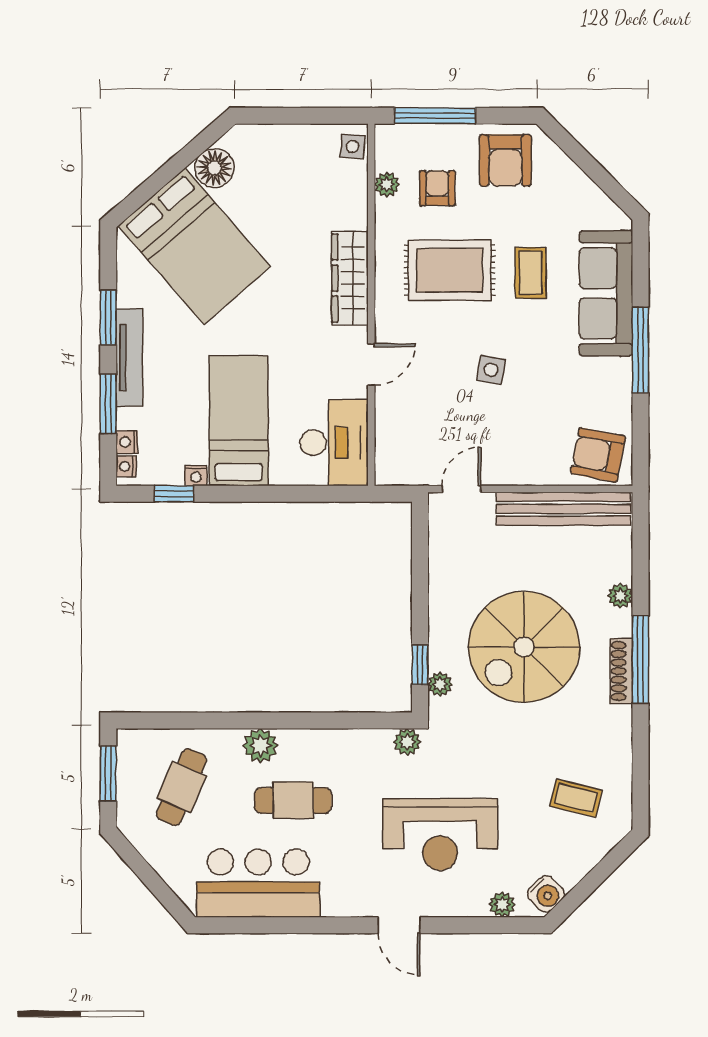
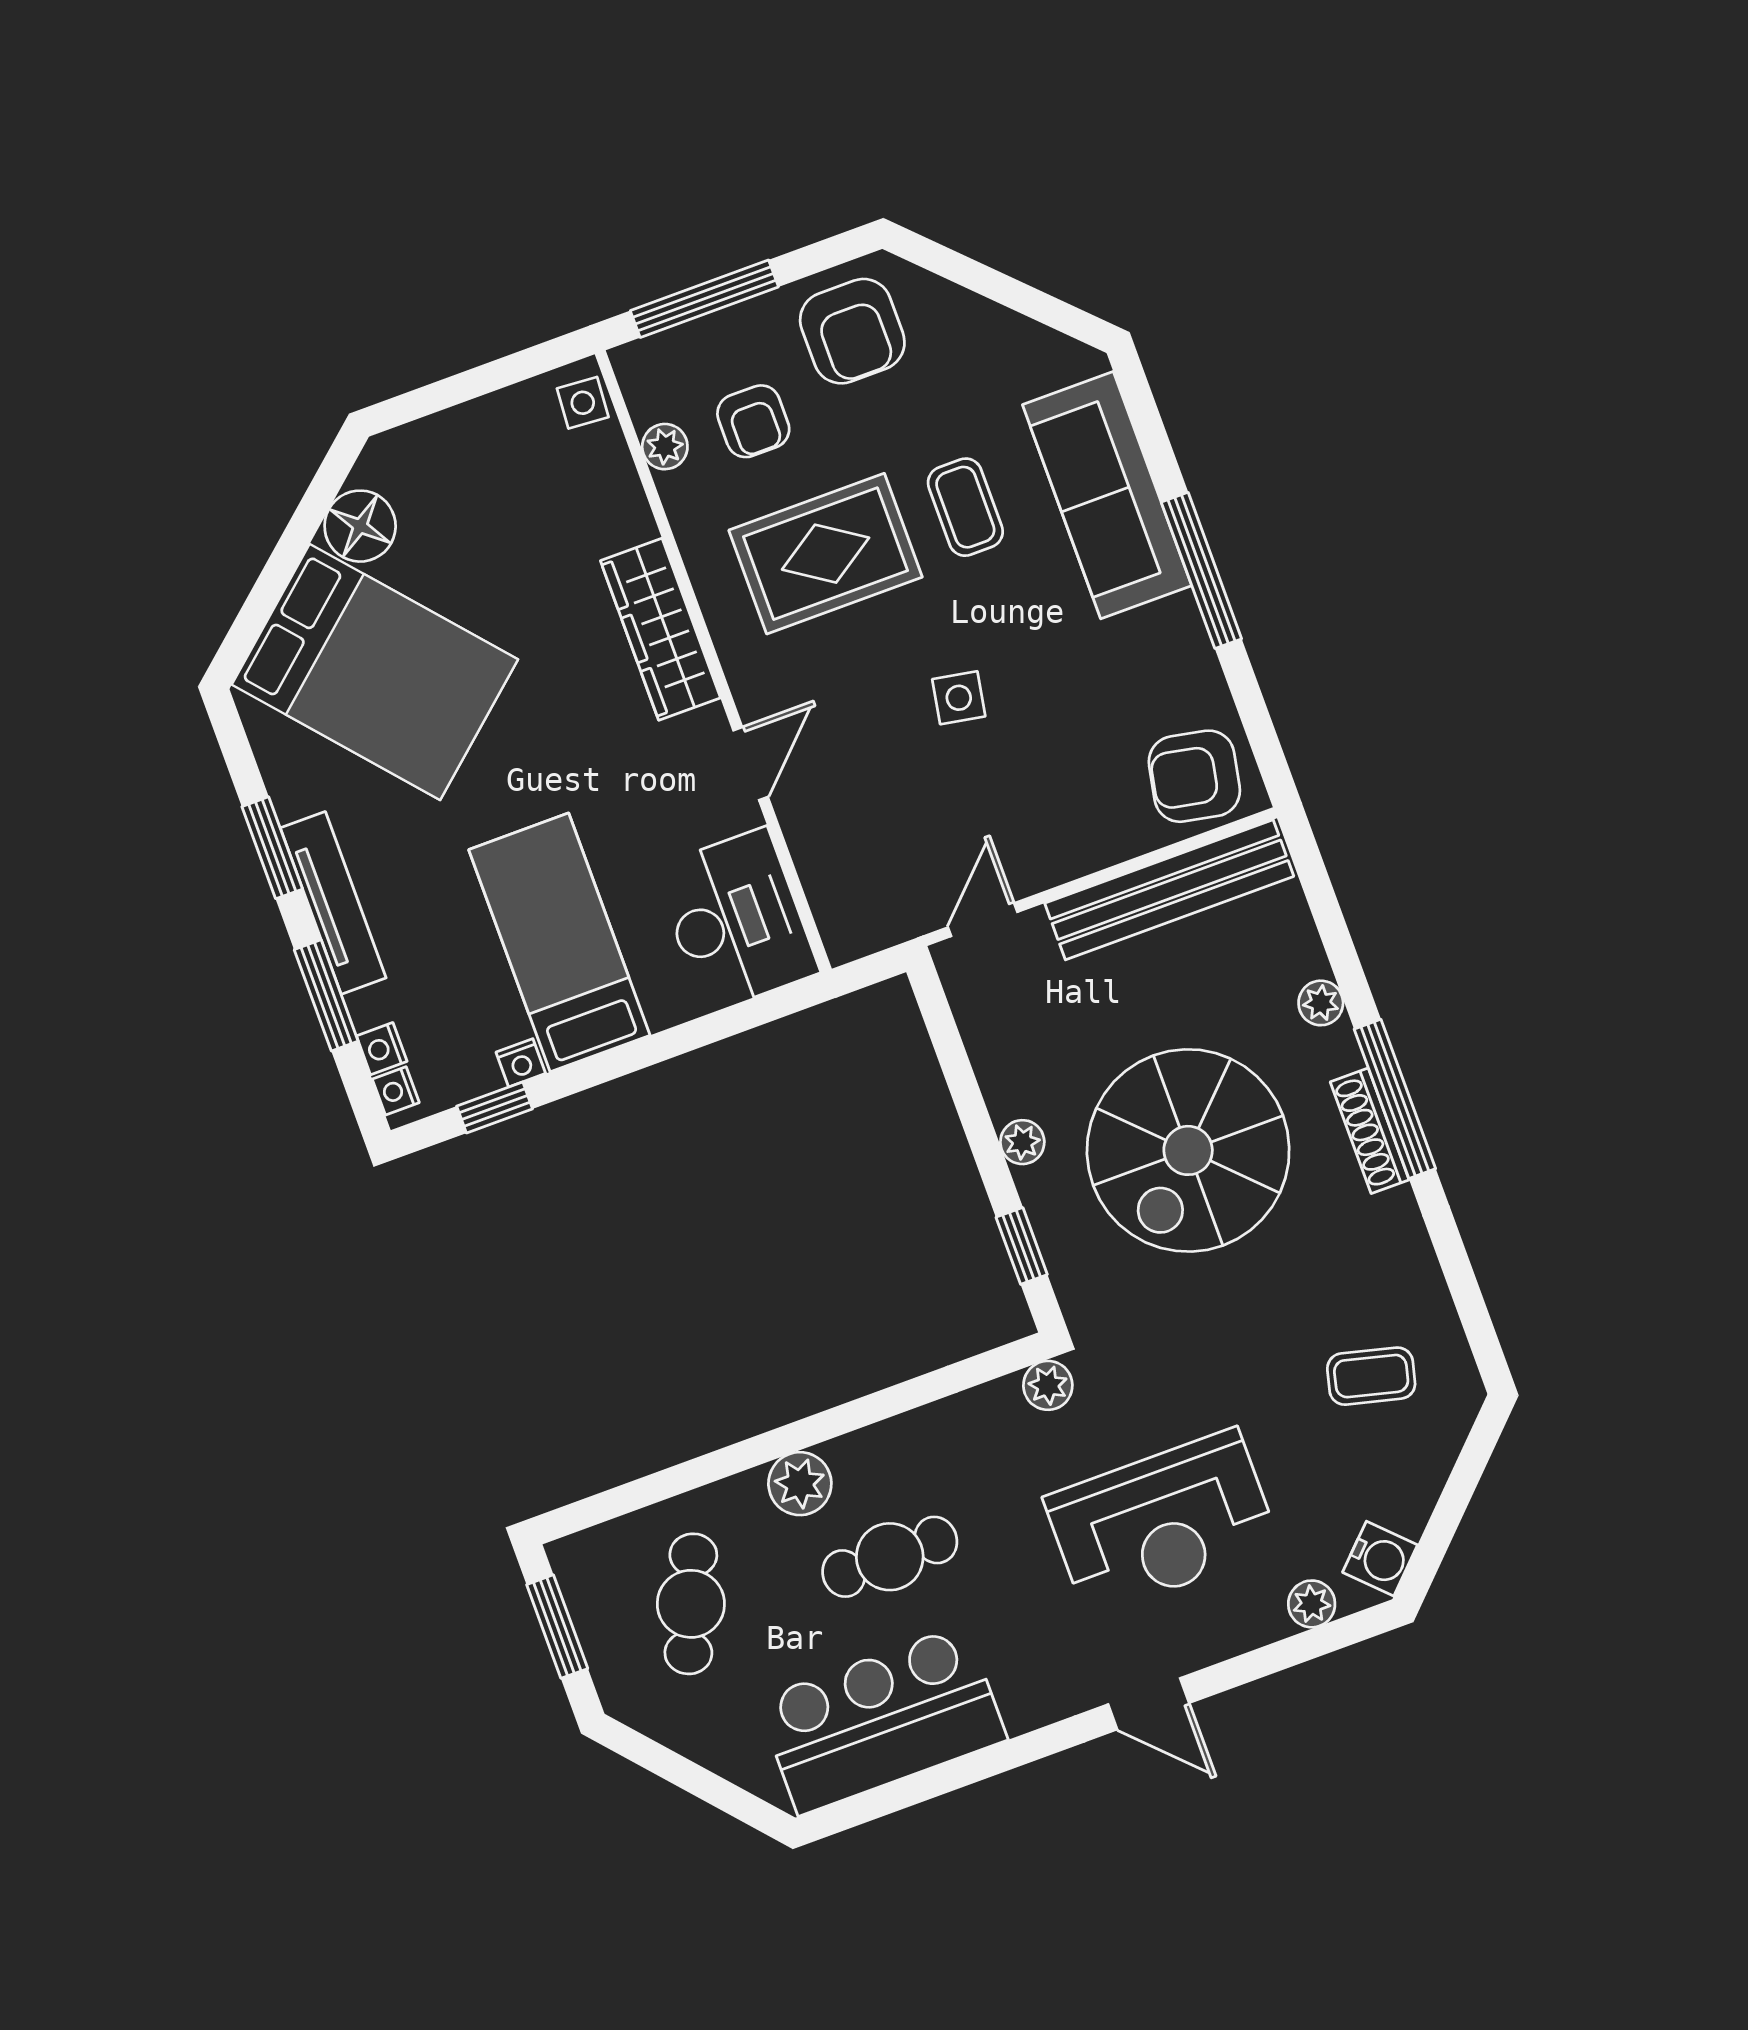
armchair: (437, 188) -> (753, 421), turned 180
plant: (440, 684) -> (1022, 1142), moved

